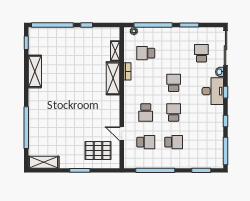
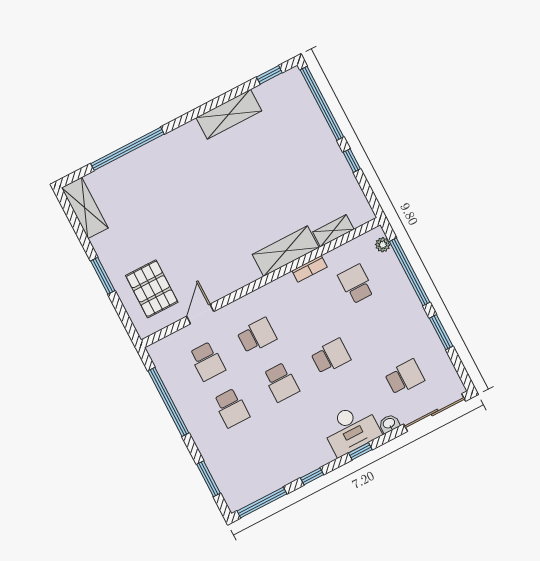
school desk: (146, 113) -> (257, 336), turned 180
school desk: (174, 113) -> (281, 382), turned 90

